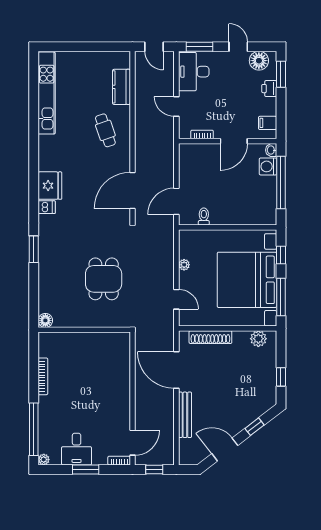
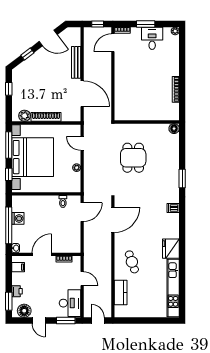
washing machine: (268, 166) -> (18, 218), moved
fridge: (50, 186) -> (171, 249), moved
shoe rack: (210, 337) -> (46, 117), moved
window: (34, 429) -> (182, 52), removed

